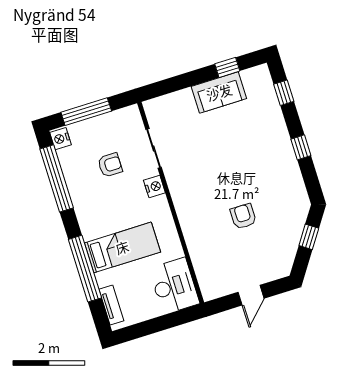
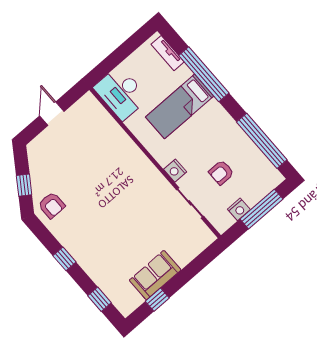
nightstand: (61, 139) -> (239, 209), moved, turned 90
armchair: (243, 216) -> (52, 205), moved

